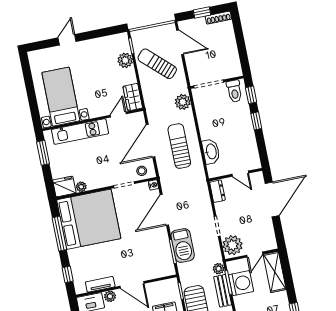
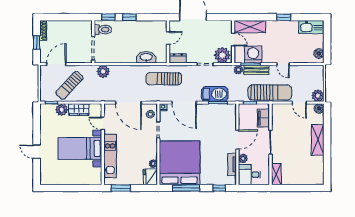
bed with nightstands: (61, 97) -> (80, 149), moved
wardrobe: (133, 97) -> (79, 110), moved
sun lounger: (179, 146) -> (164, 79), moved

